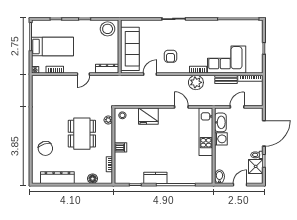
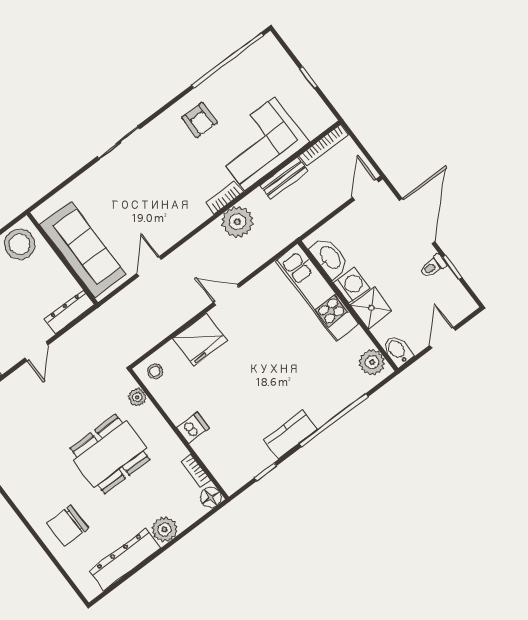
armchair: (170, 56) -> (200, 120), moved
door: (181, 107) -> (226, 295), moved
door: (237, 107) -> (365, 190), moved
dining table: (82, 134) -> (110, 454), turned 90
chair: (45, 148) -> (67, 526), turned 108
shower: (256, 166) -> (371, 308), moved
plant: (207, 174) -> (372, 362), added
plant: (81, 178) -> (165, 529), added
floor lamp: (93, 179) -> (211, 497), moved

